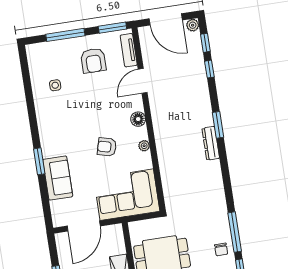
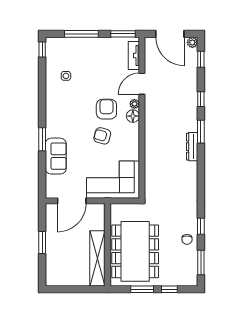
window: (23, 60) -> (42, 49), added
armchair: (93, 61) -> (106, 109), moved, turned 180
window: (209, 69) -> (201, 99), moved
plant: (144, 146) -> (134, 104), moved
window: (235, 232) -> (201, 226), width x0.46

